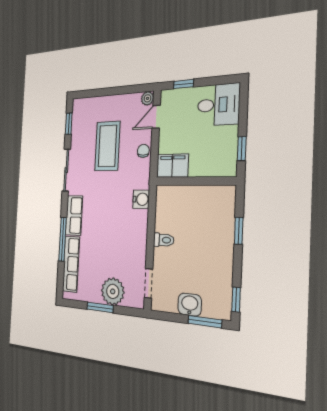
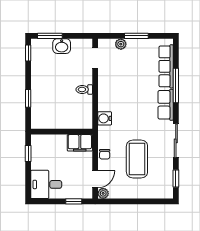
plant: (113, 291) -> (121, 44), width x0.53, depth x0.53

